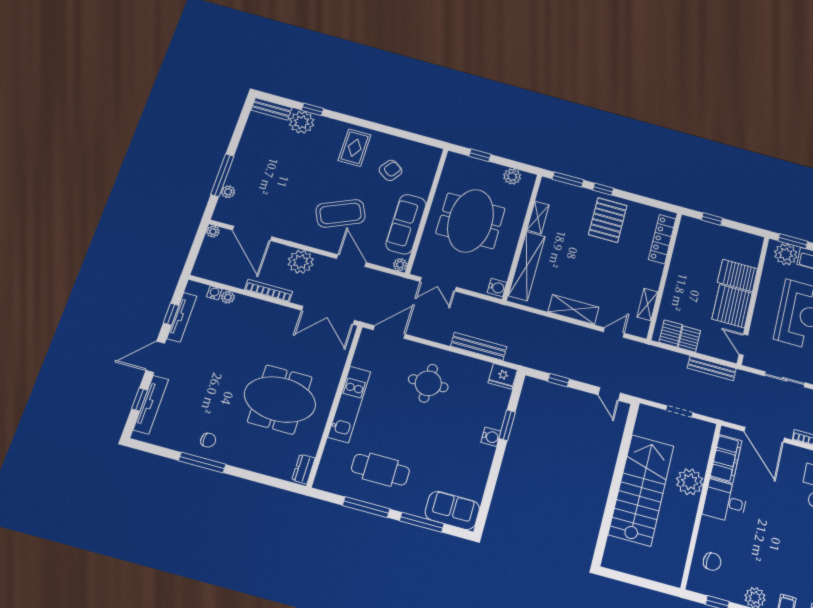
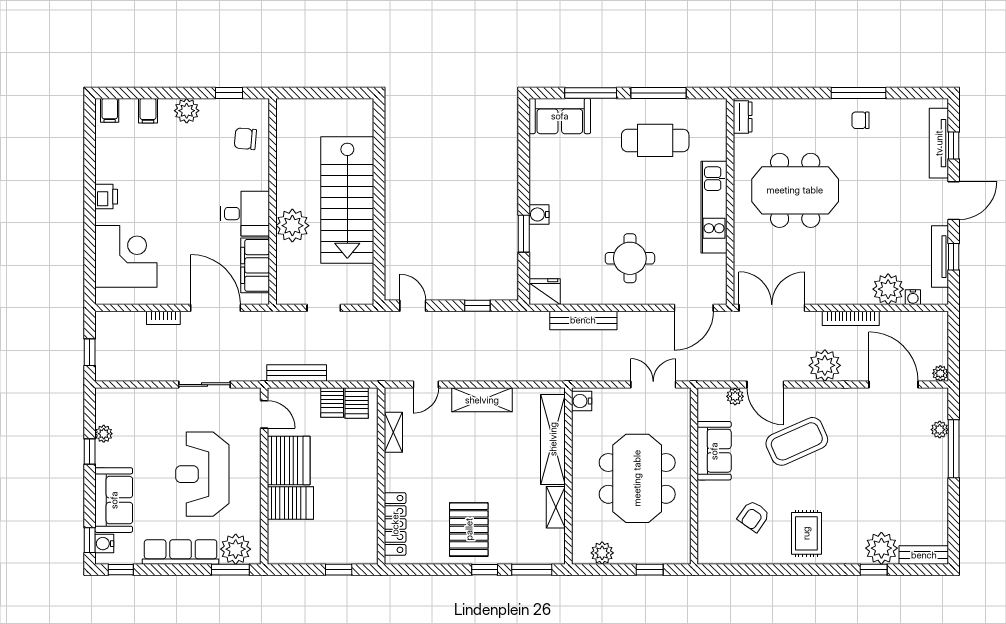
sofa: (406, 224) -> (714, 451), width x0.73
plant: (400, 265) -> (735, 396), moved
plant: (228, 297) -> (888, 289), width x1.88, depth x1.88

